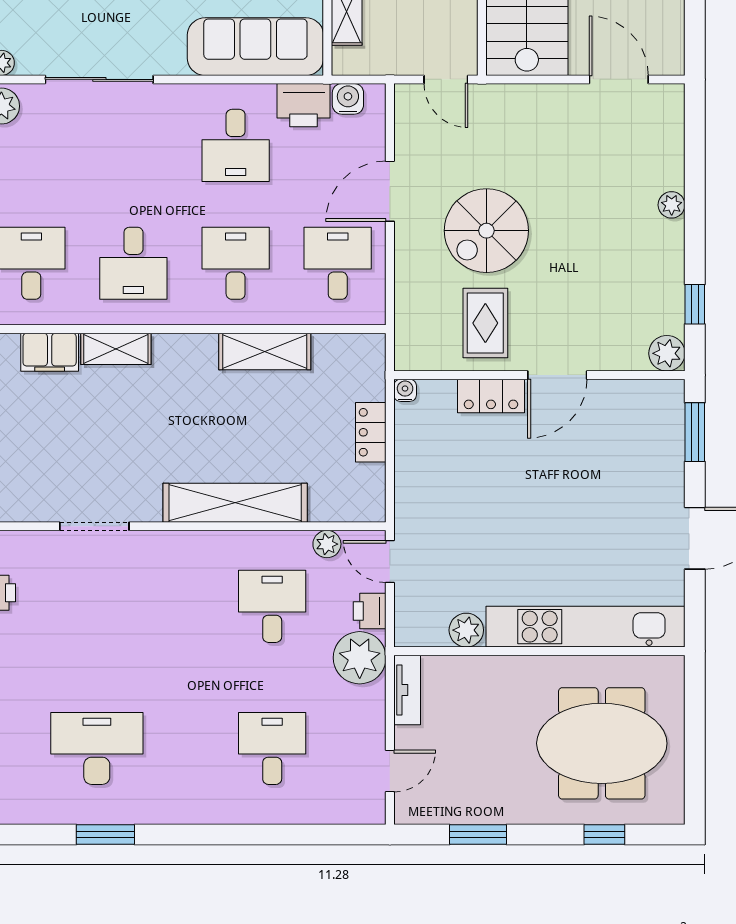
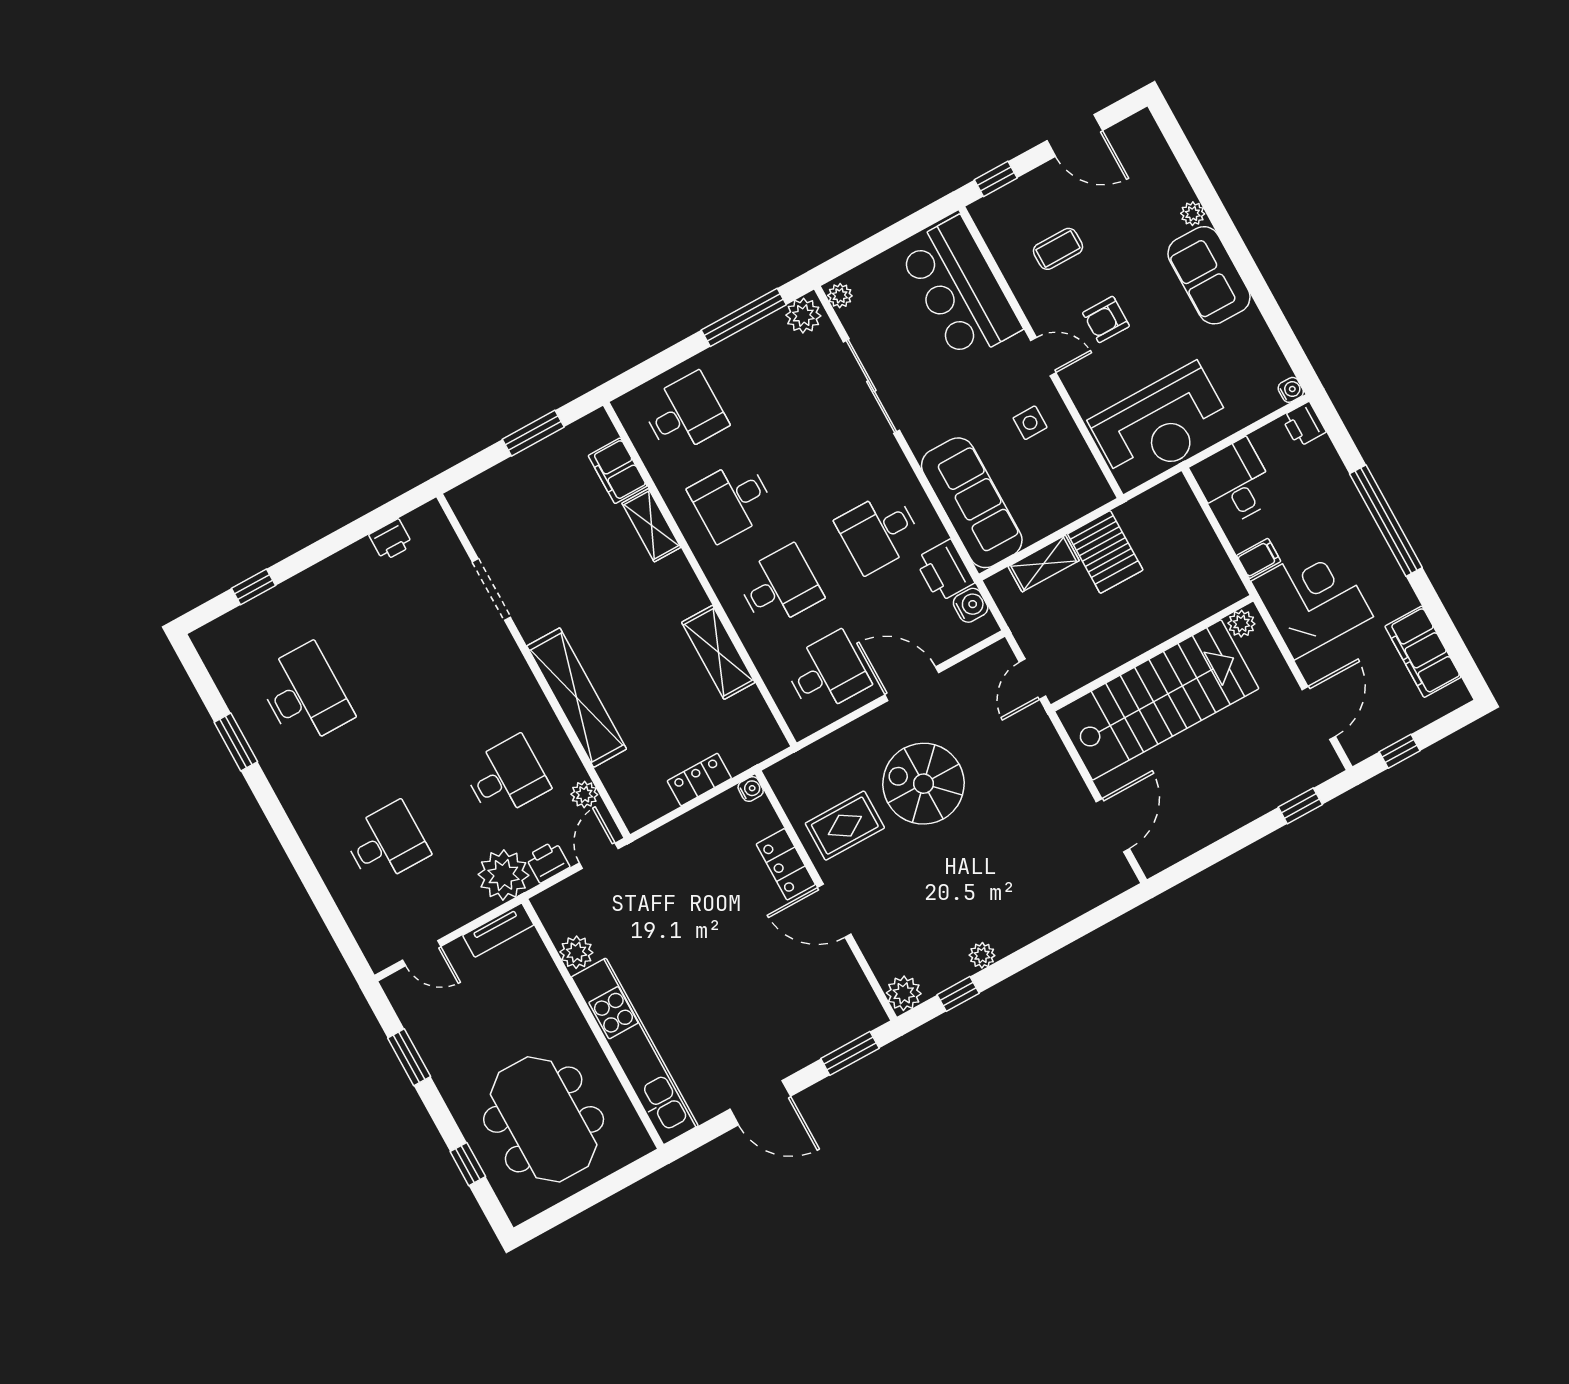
plant: (672, 205) -> (982, 955), moved

